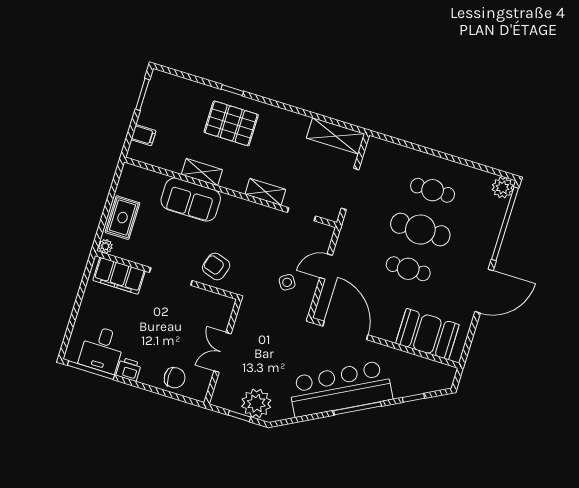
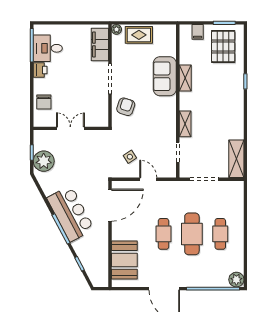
pallet: (231, 123) -> (223, 47), moved
bar counter: (340, 389) -> (71, 214), width x0.73

